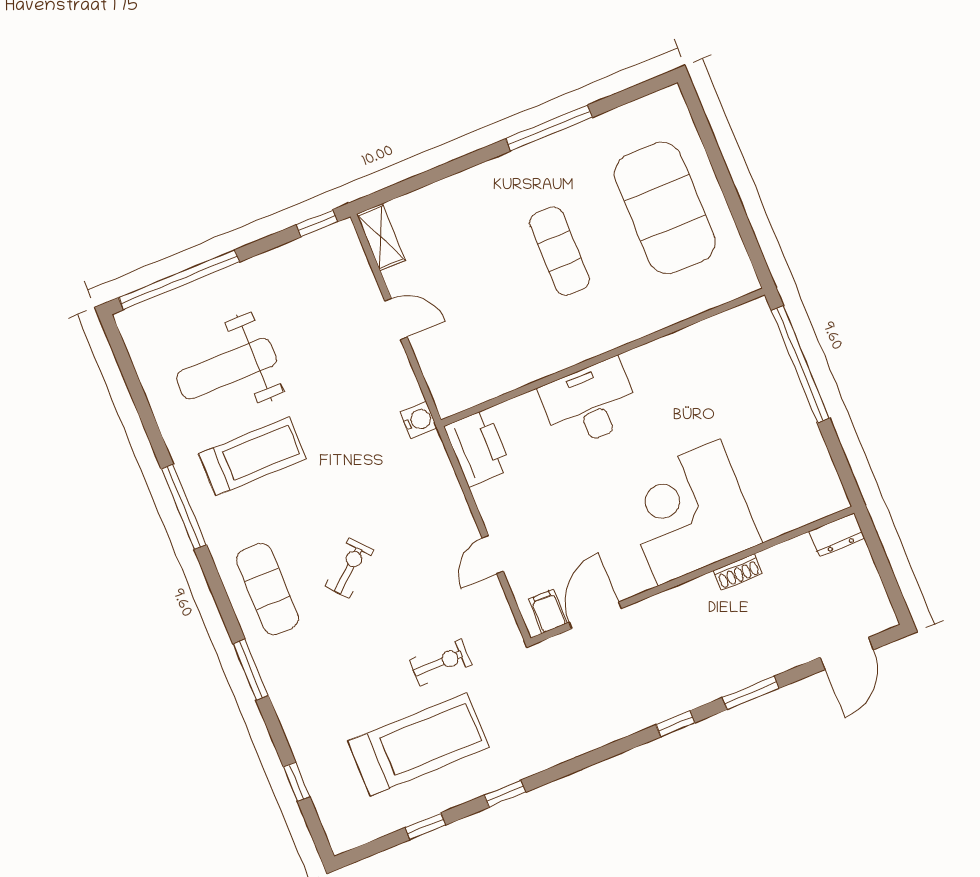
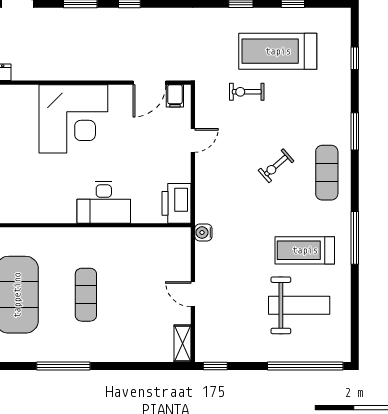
shoe rack: (738, 572) -> (60, 74), removed

